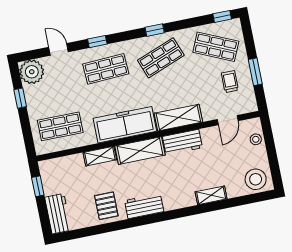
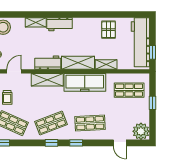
window: (97, 42) -> (76, 143), moved
window: (20, 98) -> (153, 103), moved
workbench: (144, 206) -> (60, 24), moved
workbench: (58, 214) -> (140, 42), width x1.88, depth x1.32

